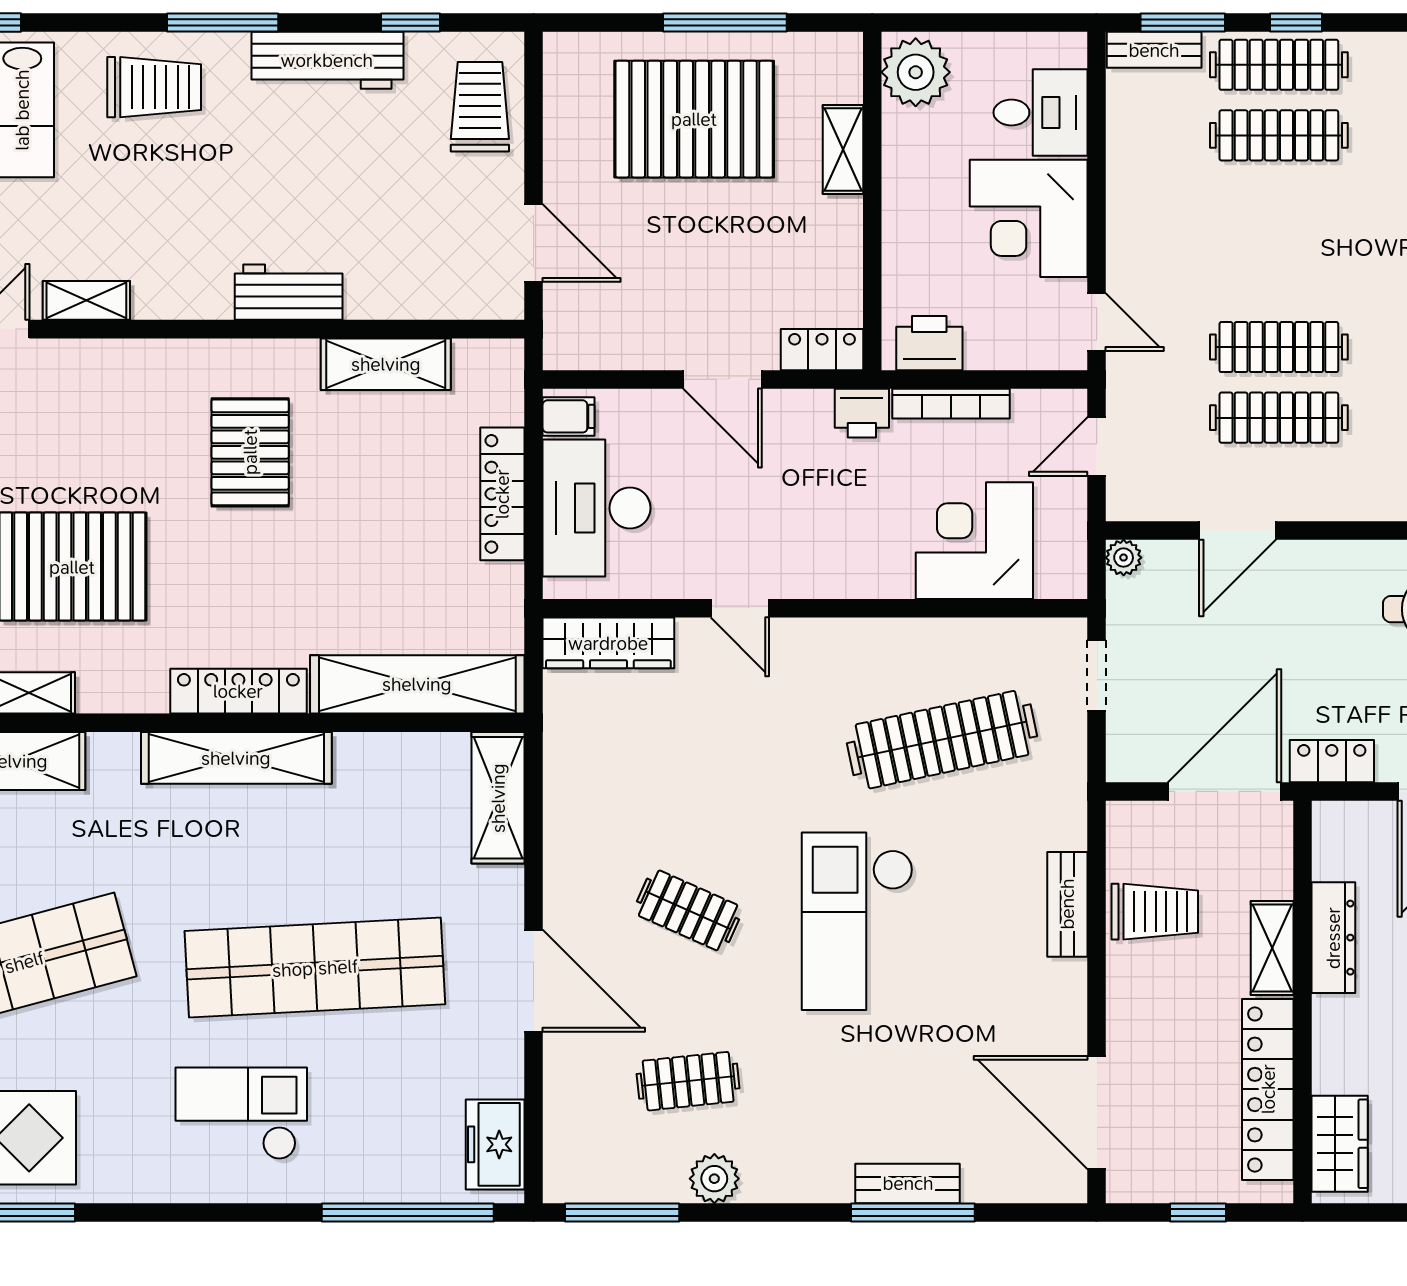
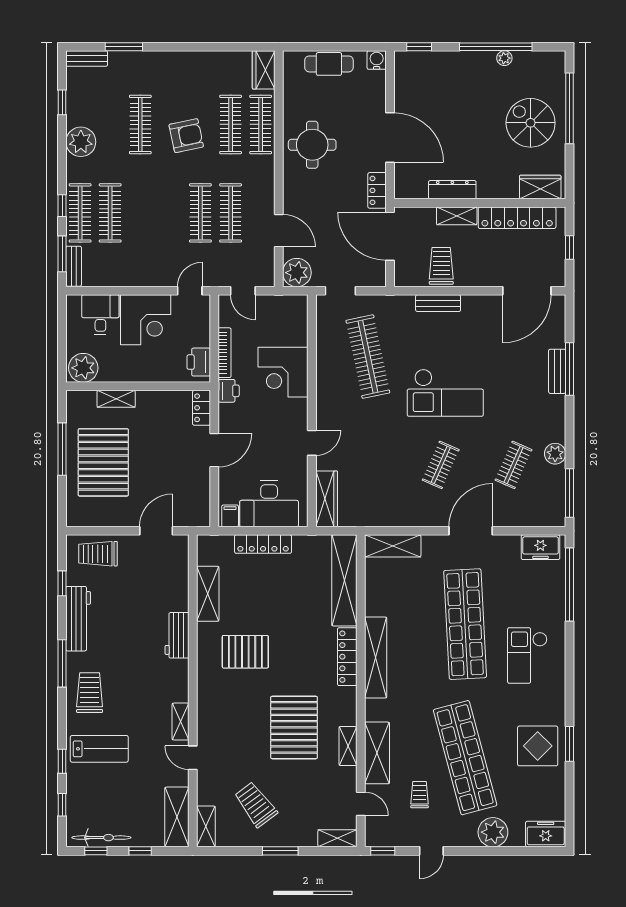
corner desk: (974, 541) -> (283, 372), moved
plant: (1124, 558) -> (297, 273), width x1.88, depth x1.88
clothes rail: (688, 1081) -> (514, 465), turned 30

